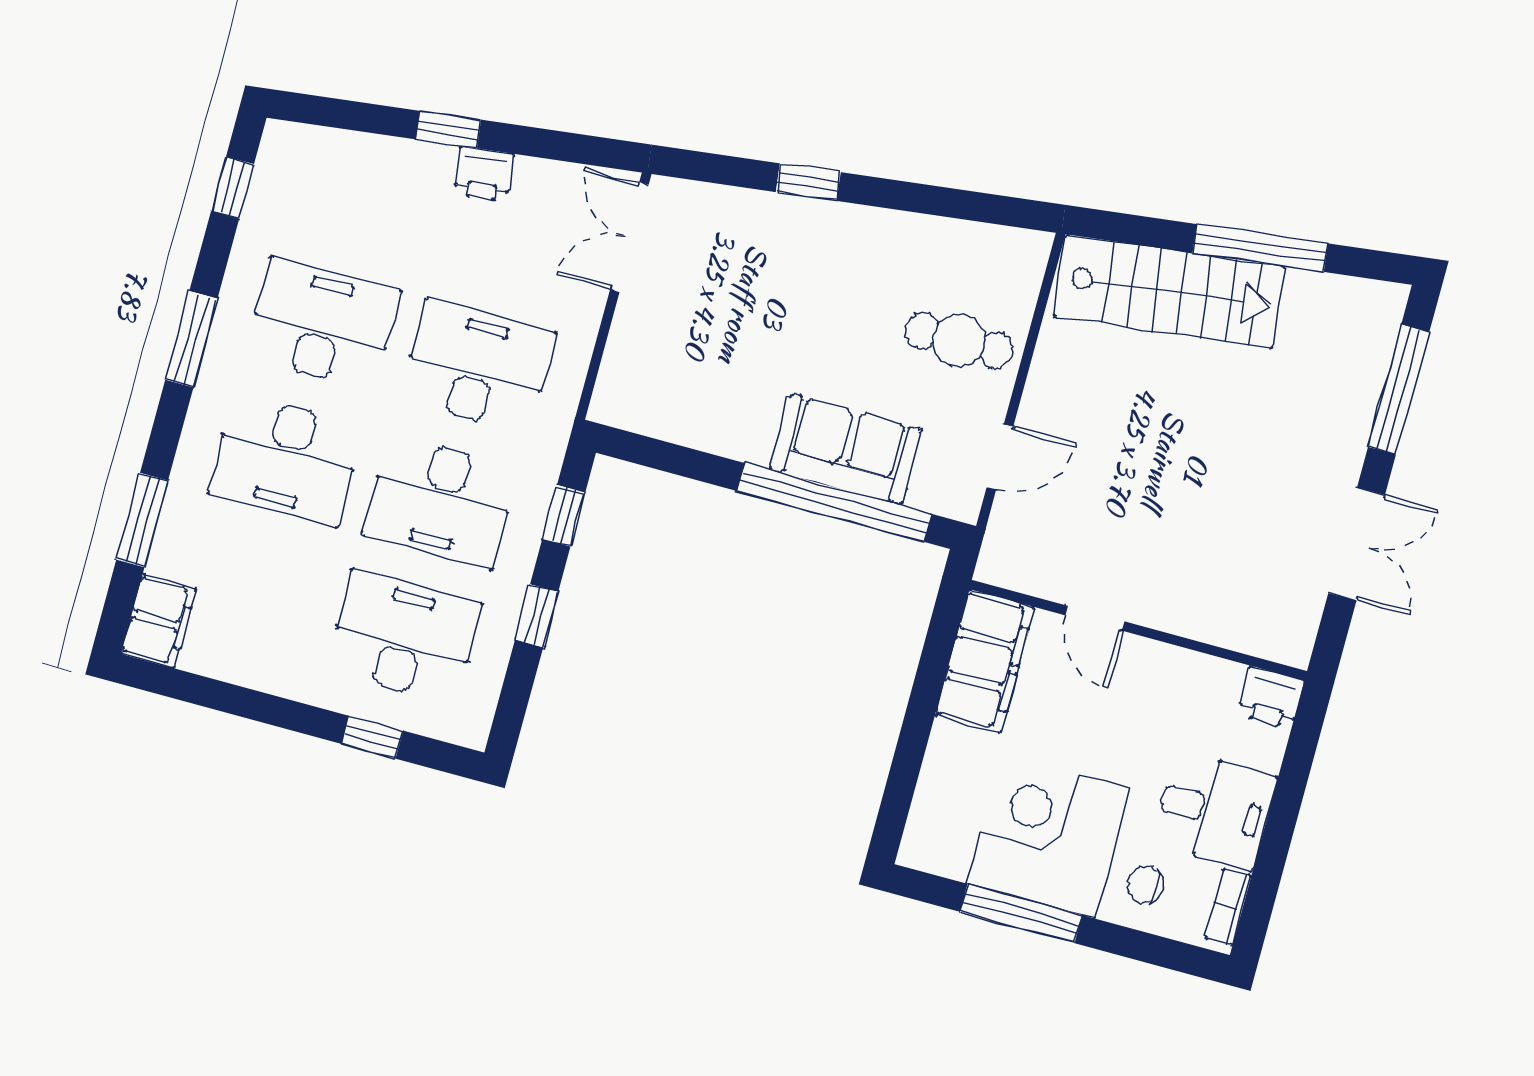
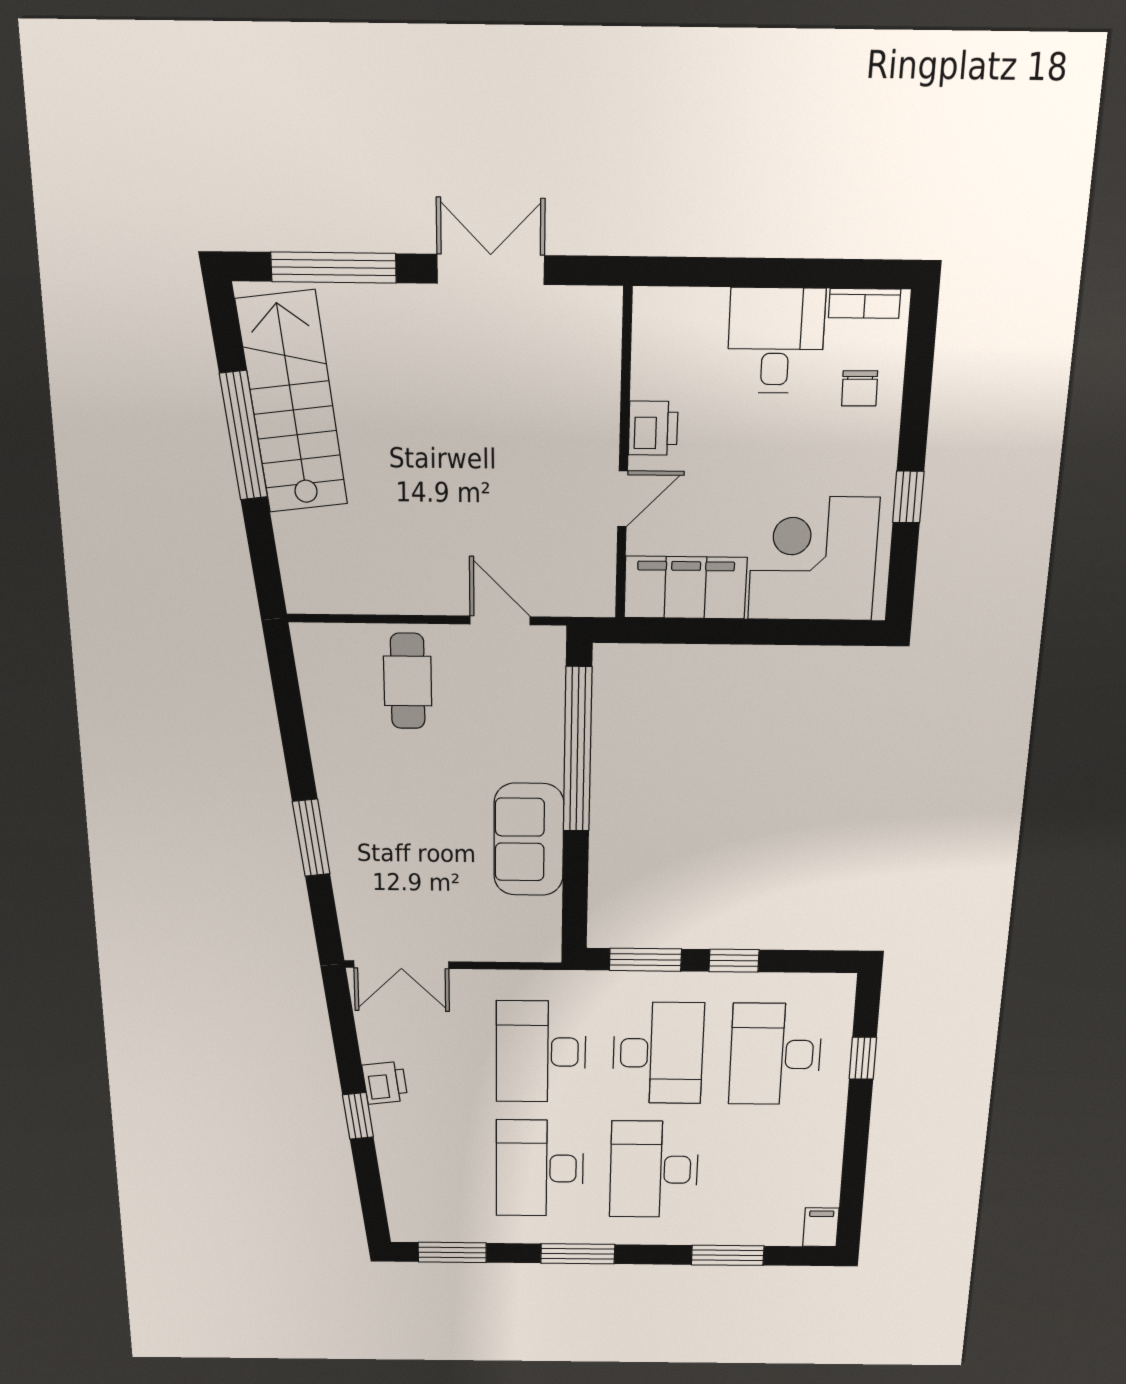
window: (808, 182) -> (311, 838), width x1.50
window: (233, 188) -> (452, 1252), width x1.50
stairs: (1169, 292) -> (292, 403), moved
sofa: (846, 450) -> (529, 840), moved
desk: (286, 460) -> (654, 1169), turned 180
window: (564, 516) -> (645, 960), width x1.50
filing cabinet: (159, 621) -> (821, 1227), width x0.50
printer: (1271, 698) -> (653, 428), moved
corner desk: (1048, 836) -> (813, 559), moved, turned 90
window: (1021, 913) -> (908, 497), width x0.46

